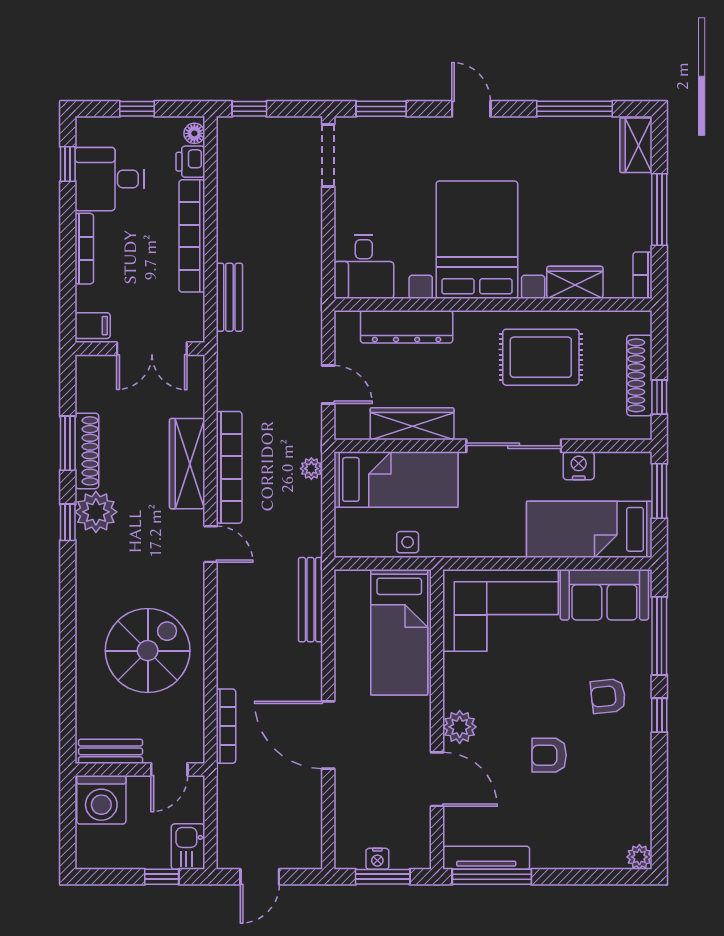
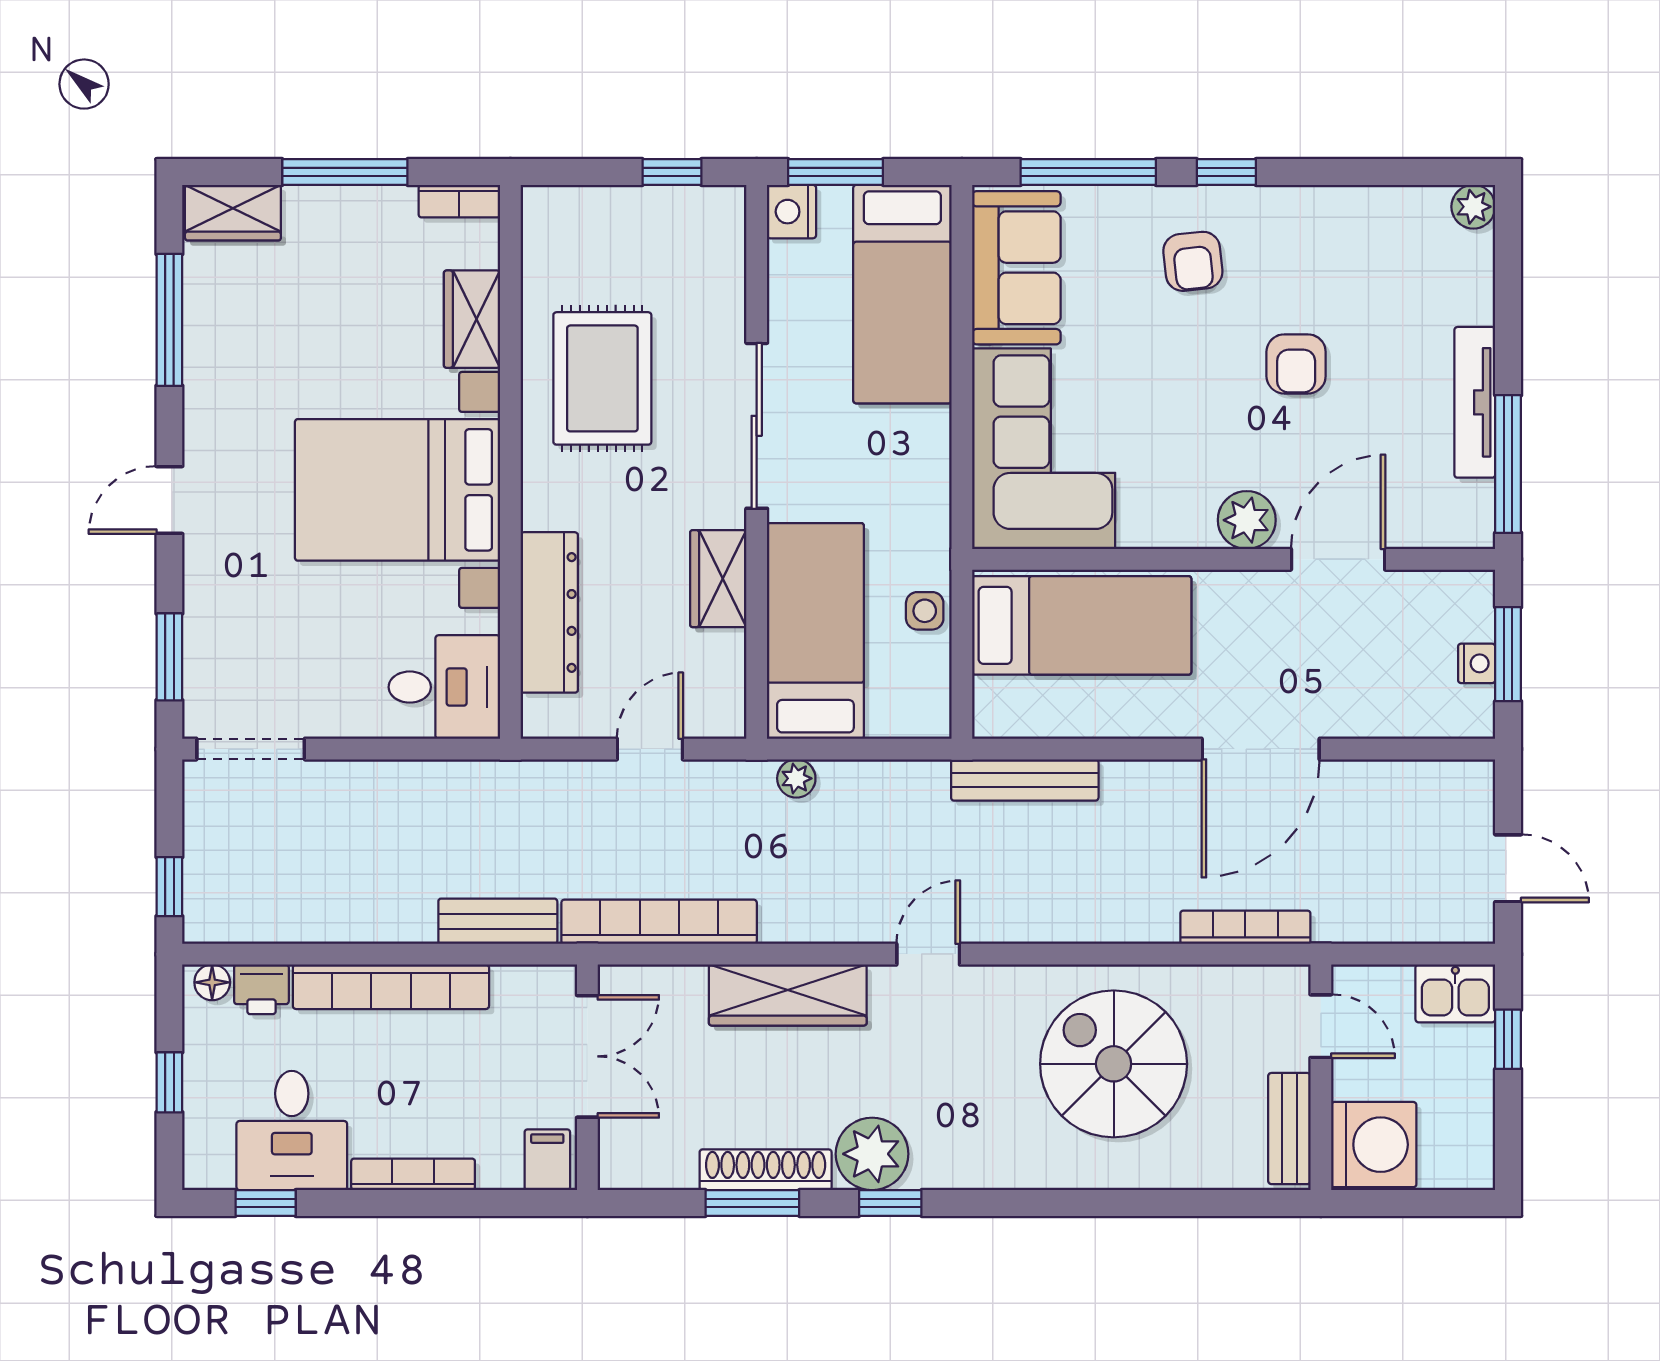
shoe rack: (639, 375) -> (634, 207), removed
wardrobe: (412, 424) -> (718, 579), width x0.67
nightstand: (579, 466) -> (791, 212), moved
bookcase: (229, 467) -> (659, 922), moved
tv unit: (486, 858) -> (1475, 402), moved

